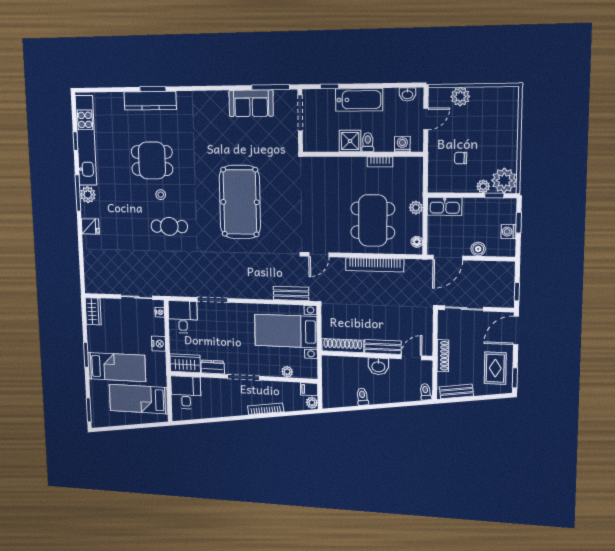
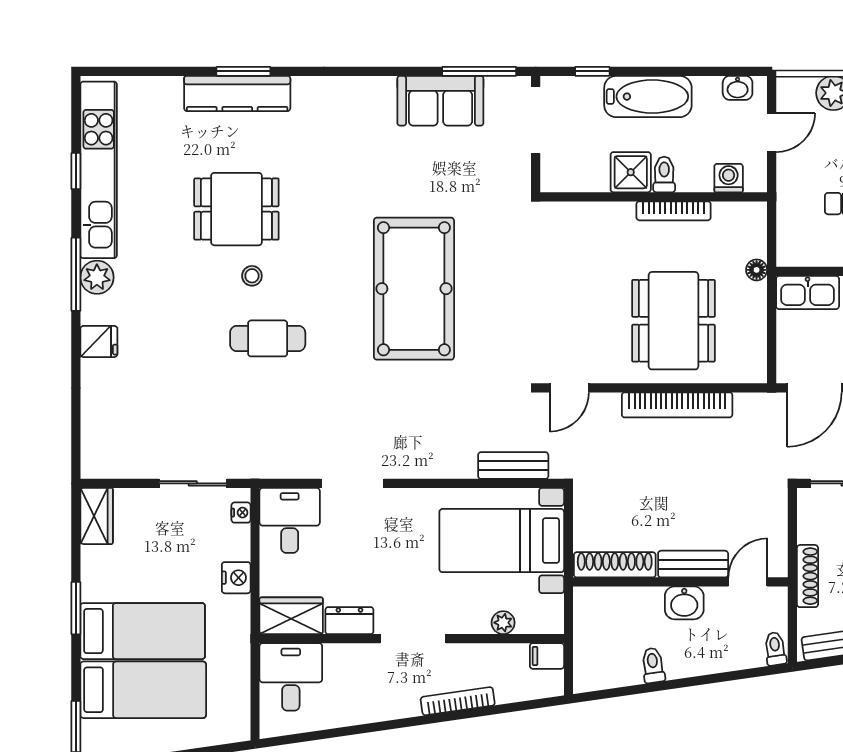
bookcase: (380, 162) -> (674, 211), width x1.56
plant: (416, 208) -> (755, 295), removed
floor lamp: (417, 242) -> (757, 270), moved
bed: (138, 399) -> (143, 690), moved, turned 180
plant: (312, 403) -> (552, 683), removed

